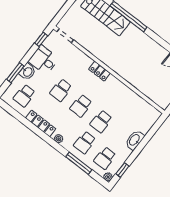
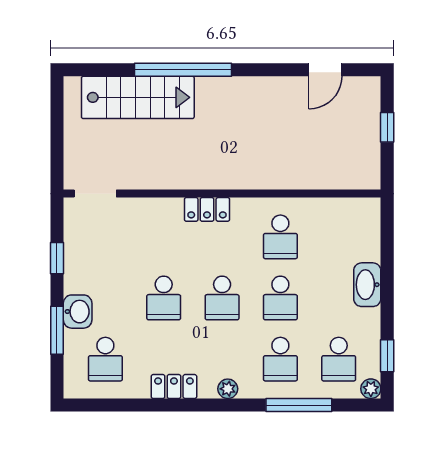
window: (41, 39) -> (57, 258), moved
desk: (44, 60) -> (90, 268), removed
school desk: (117, 100) -> (280, 237), added
locker: (41, 123) -> (174, 387), width x0.66

